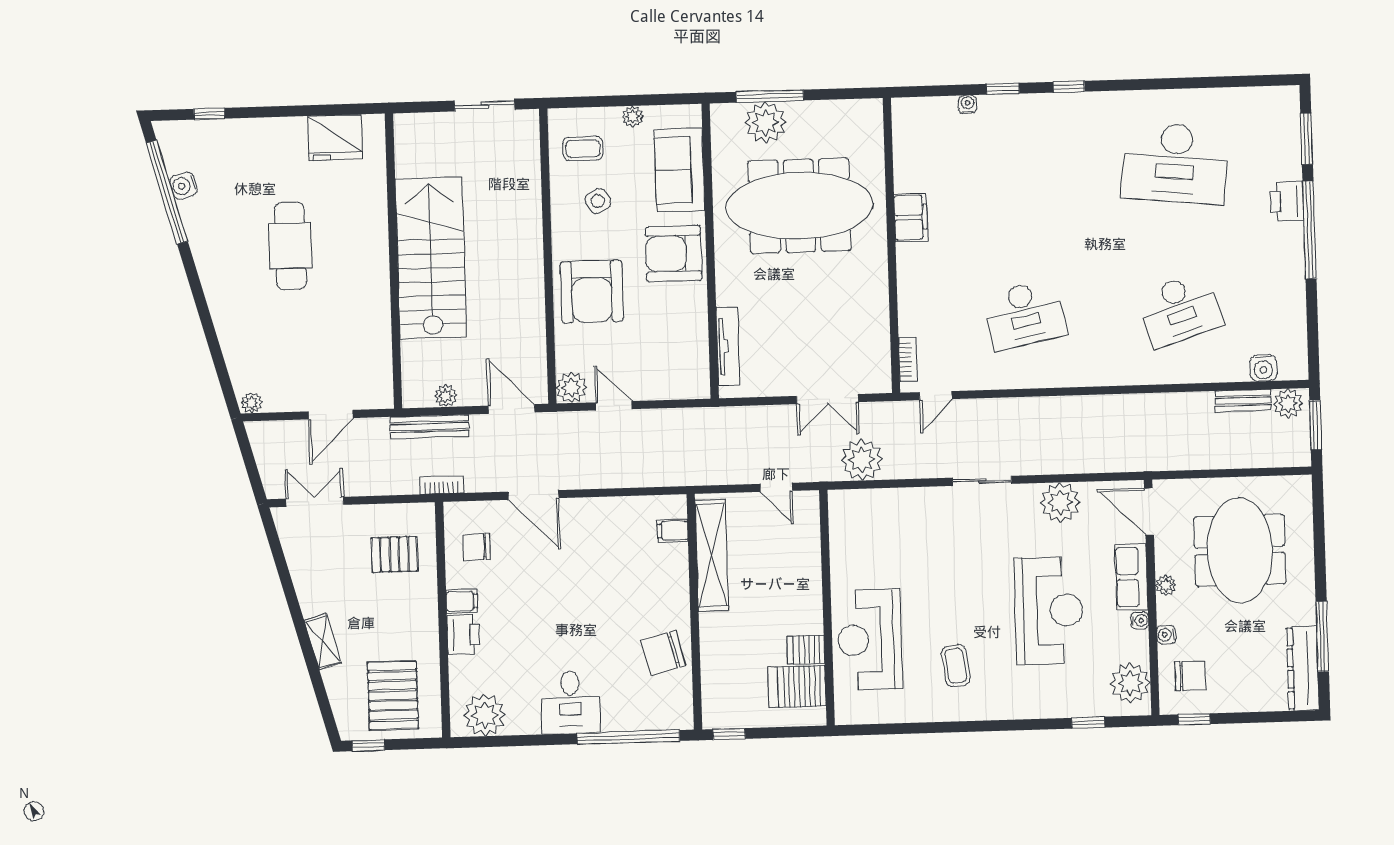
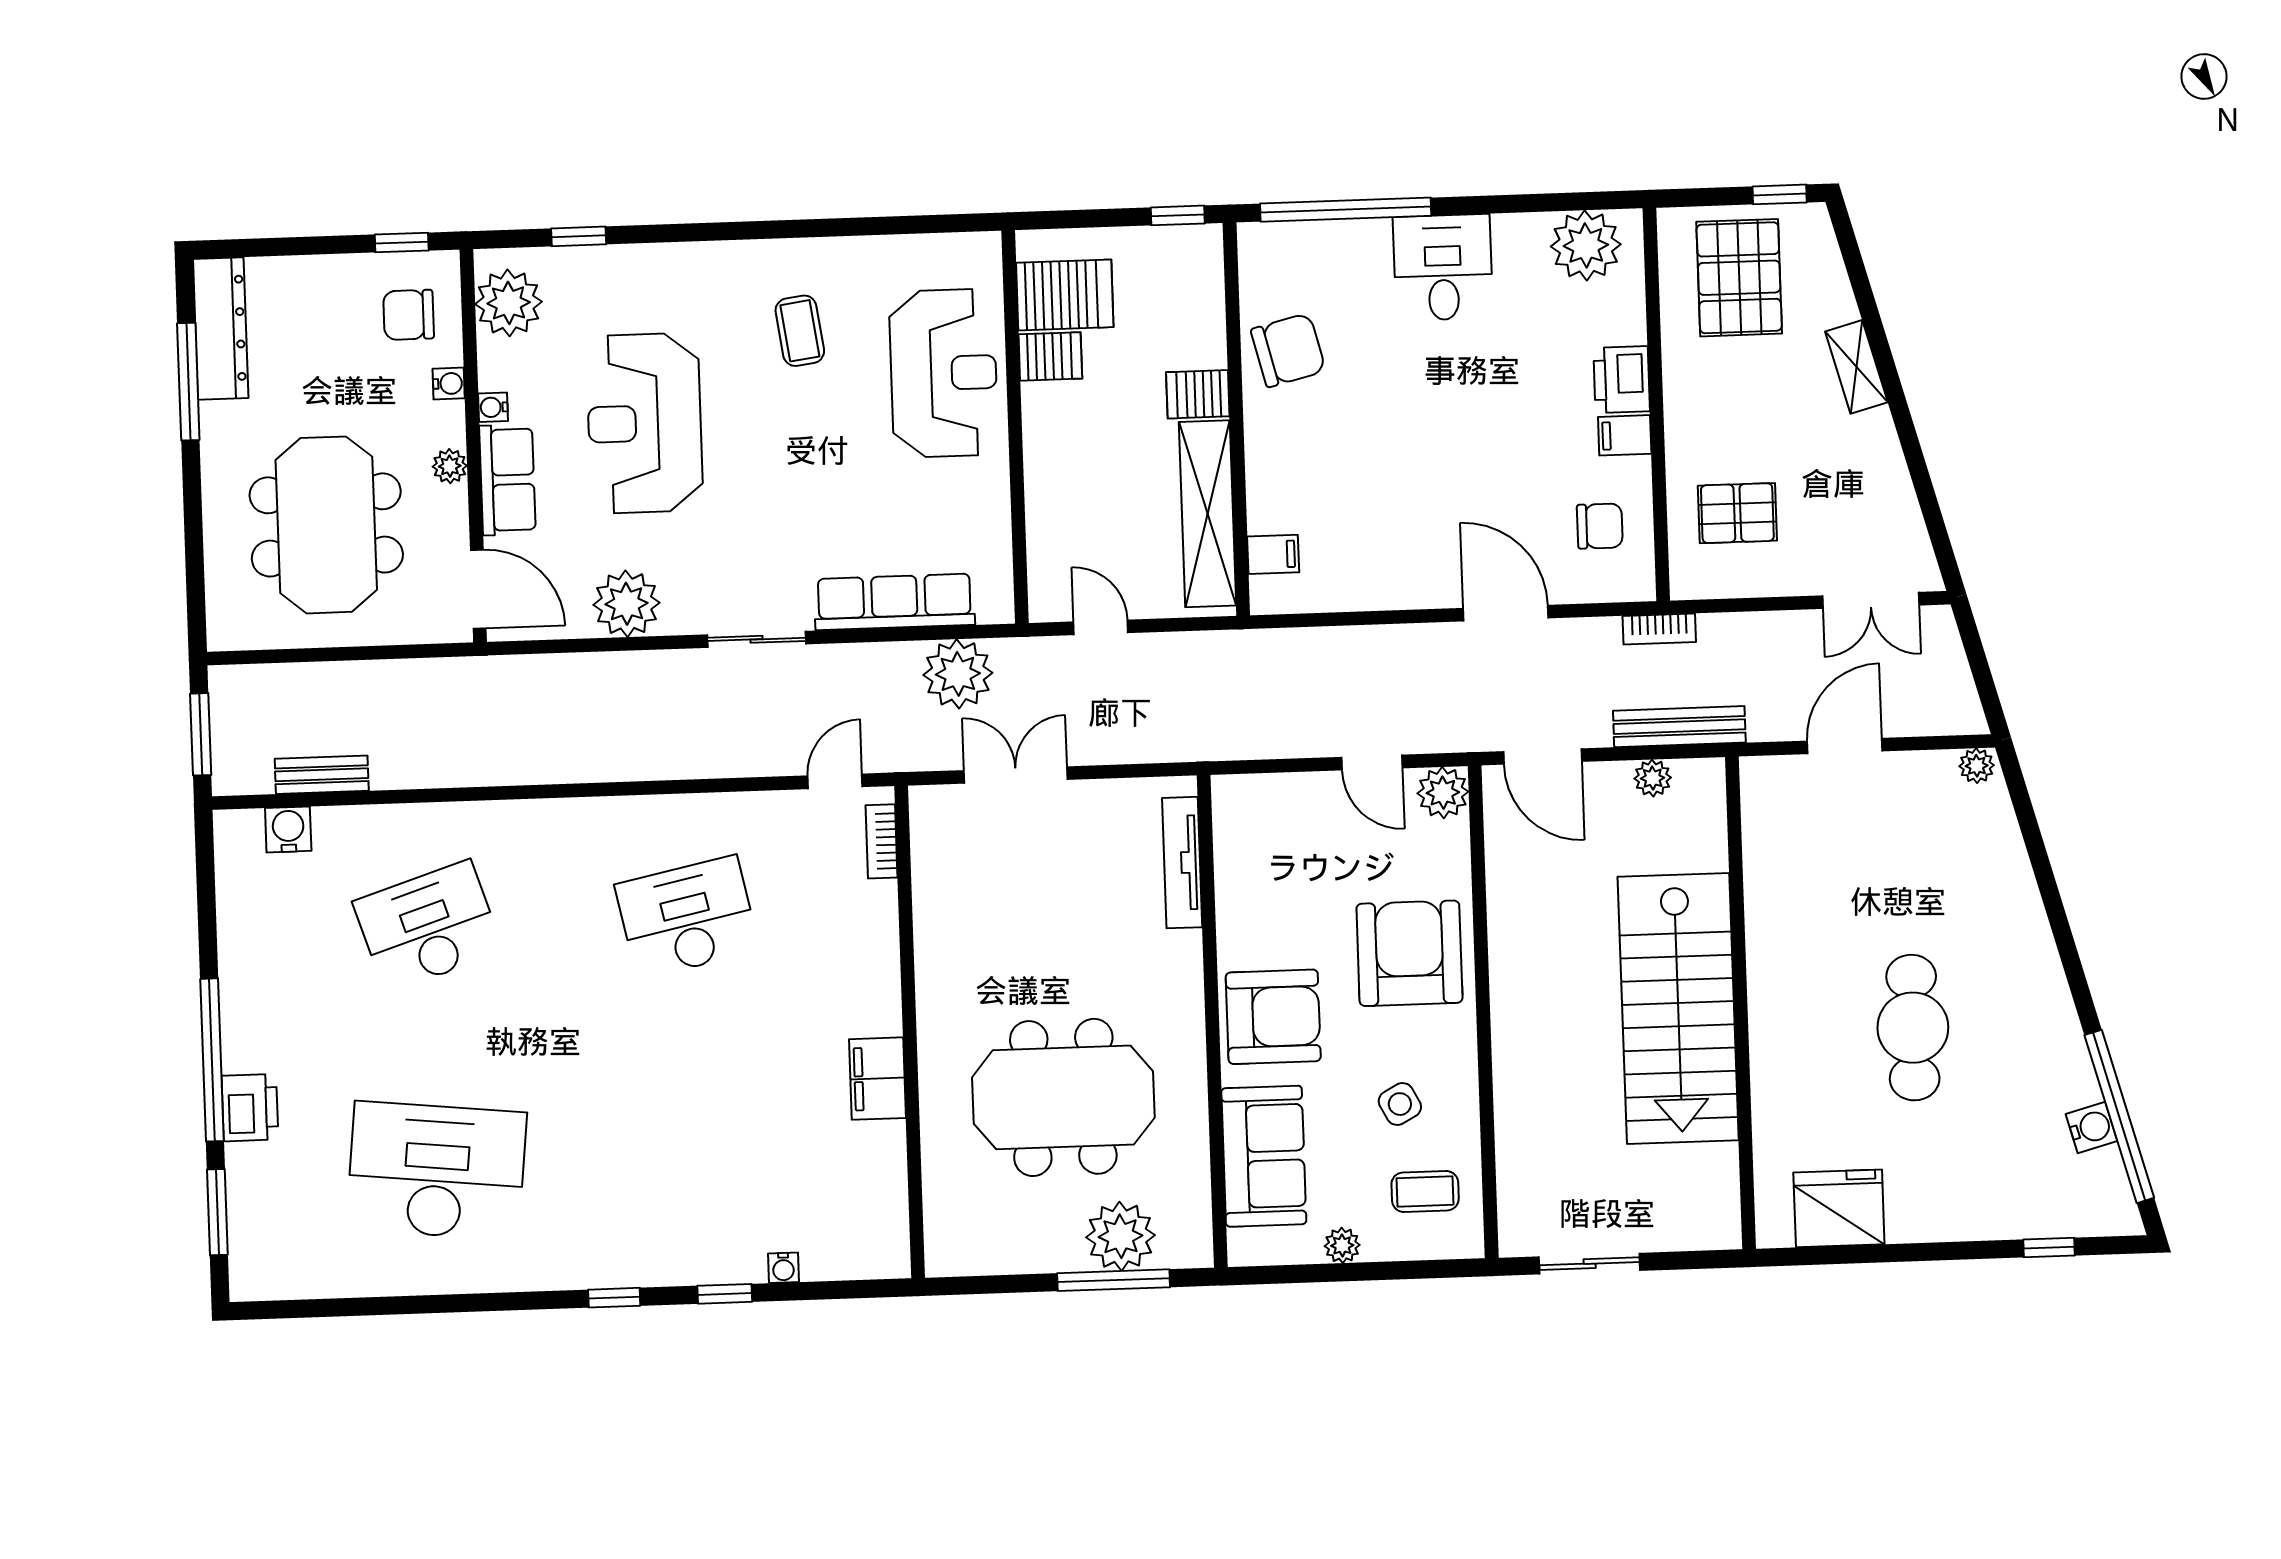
meeting table: (799, 206) -> (1063, 1097), width x0.73
plant: (1288, 404) -> (247, 770), removed
row of seats: (900, 503) -> (894, 602), added
server rack: (717, 627) -> (1198, 394), added

